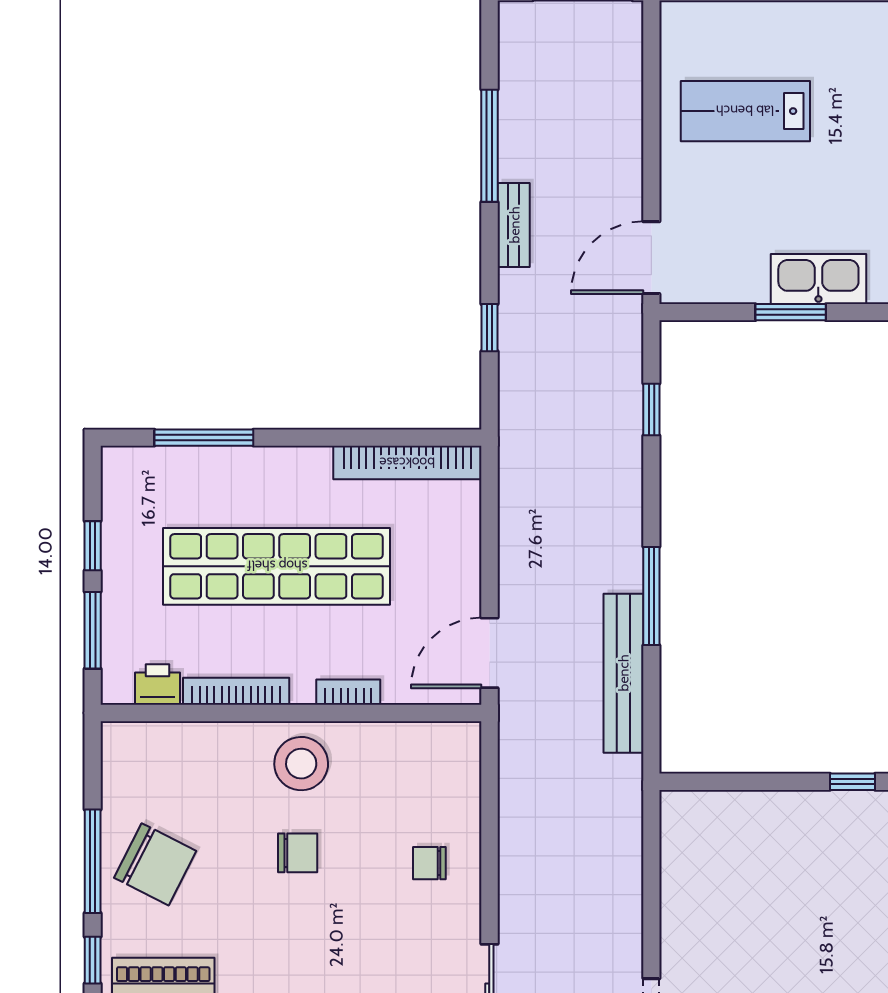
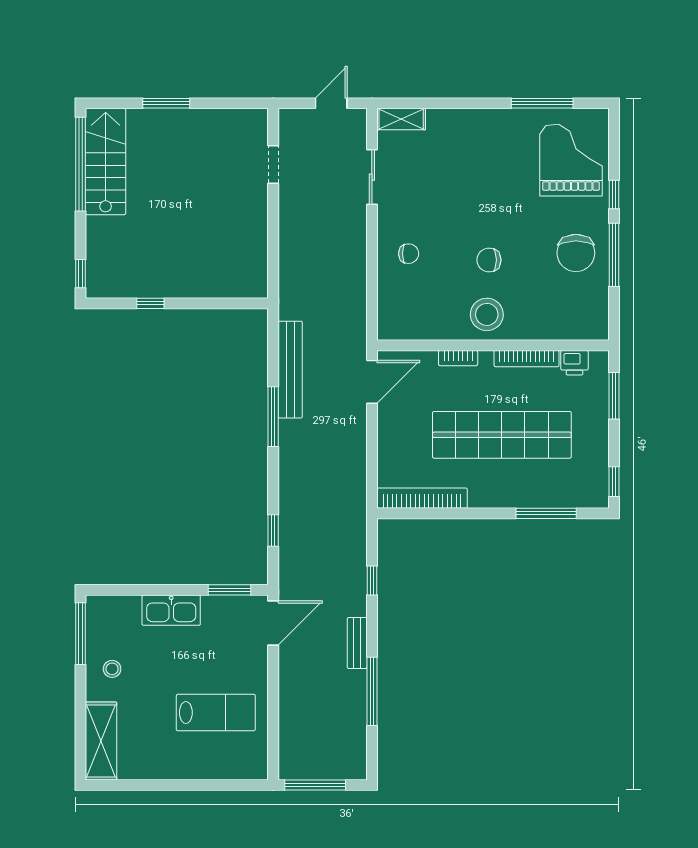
window: (791, 312) -> (230, 590), moved
window: (93, 546) -> (614, 482), moved
chair: (155, 864) -> (576, 253), turned -117

